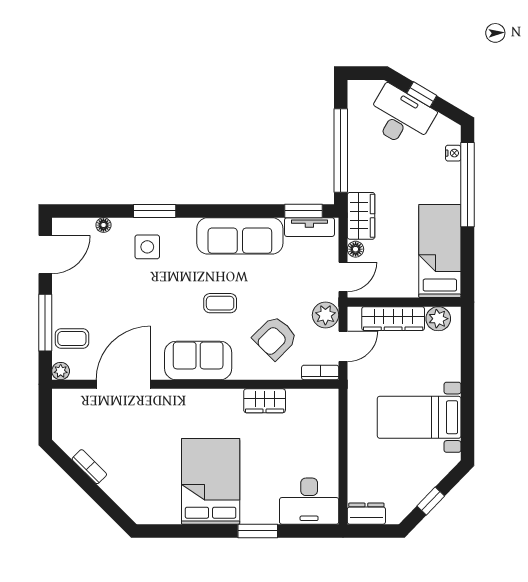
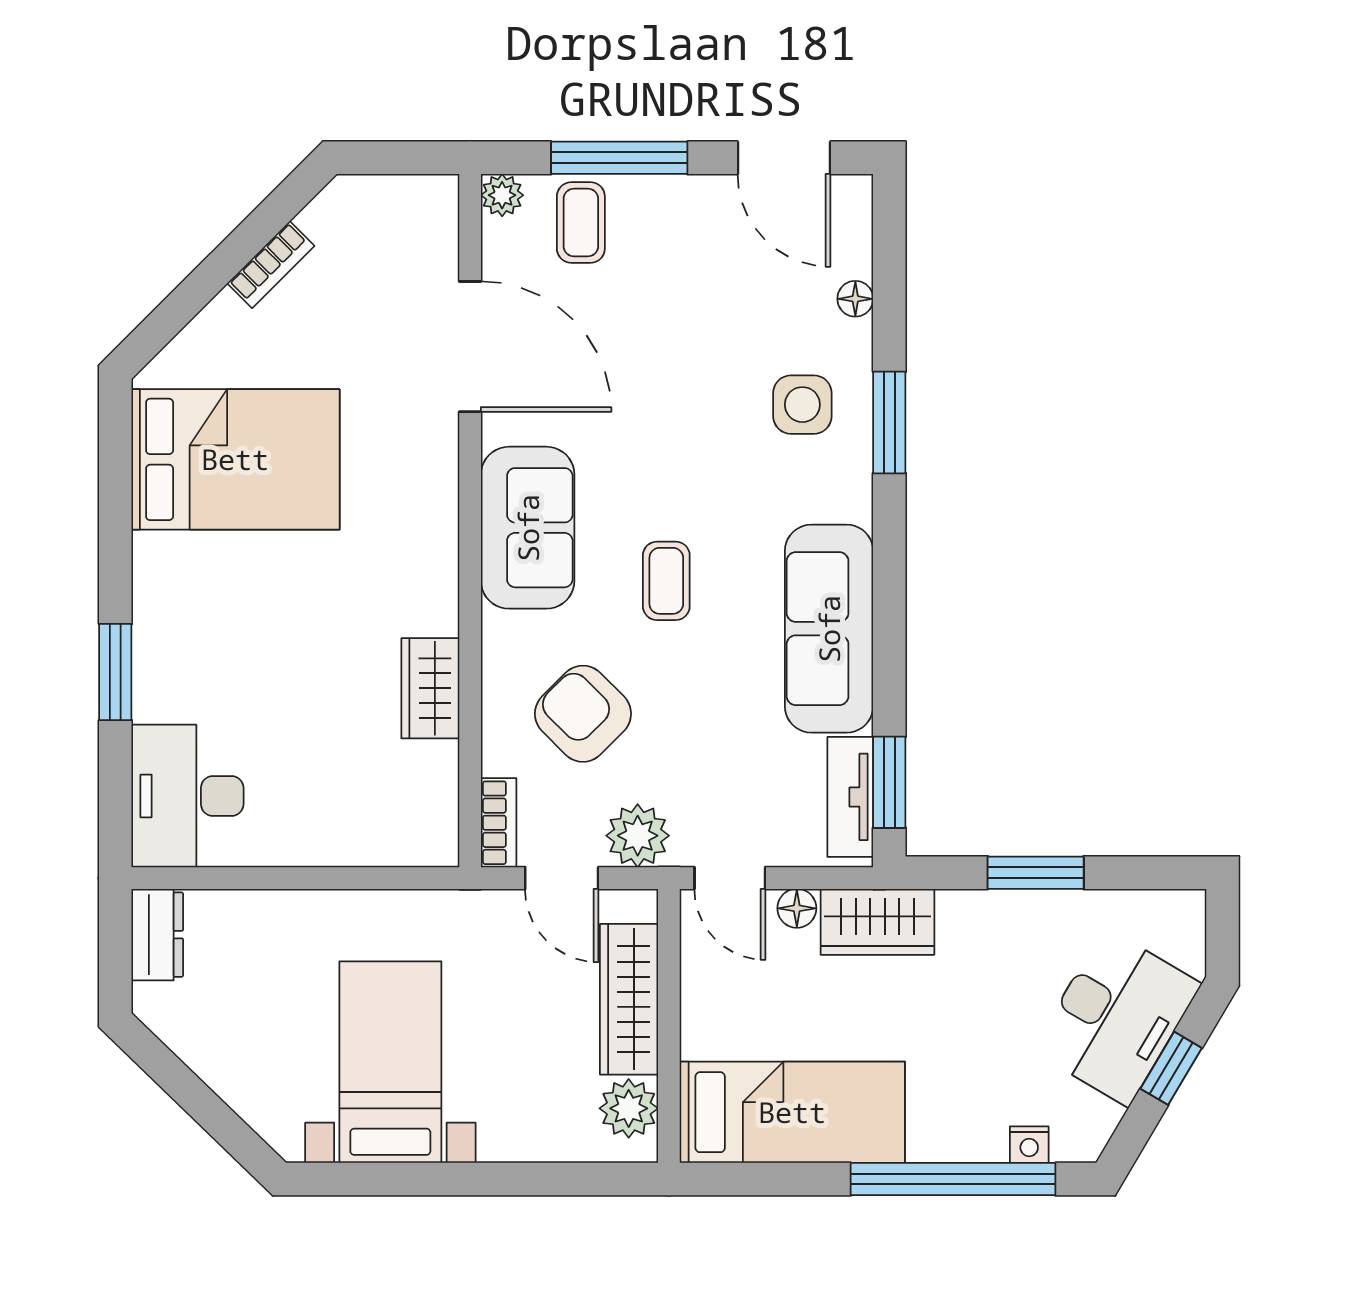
window: (341, 150) -> (1036, 873), width x0.47
bed: (211, 481) -> (235, 459), moved
window: (431, 501) -> (188, 1090), removed

